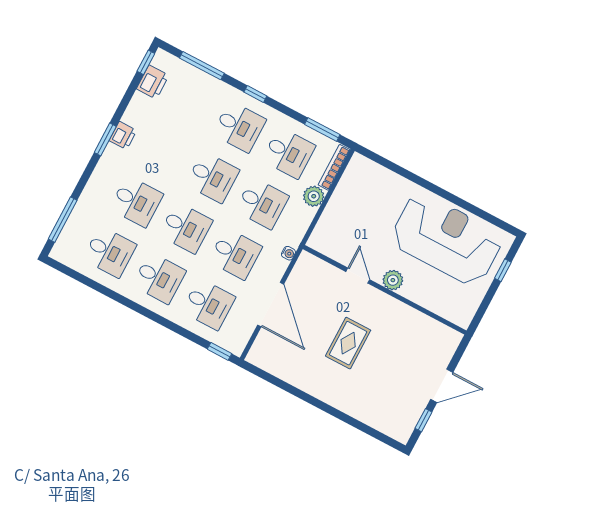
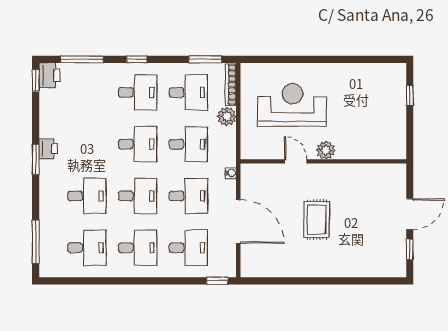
printer: (153, 82) -> (49, 75), moved
reception desk: (446, 239) -> (292, 105), moved, width x0.74, depth x0.77

